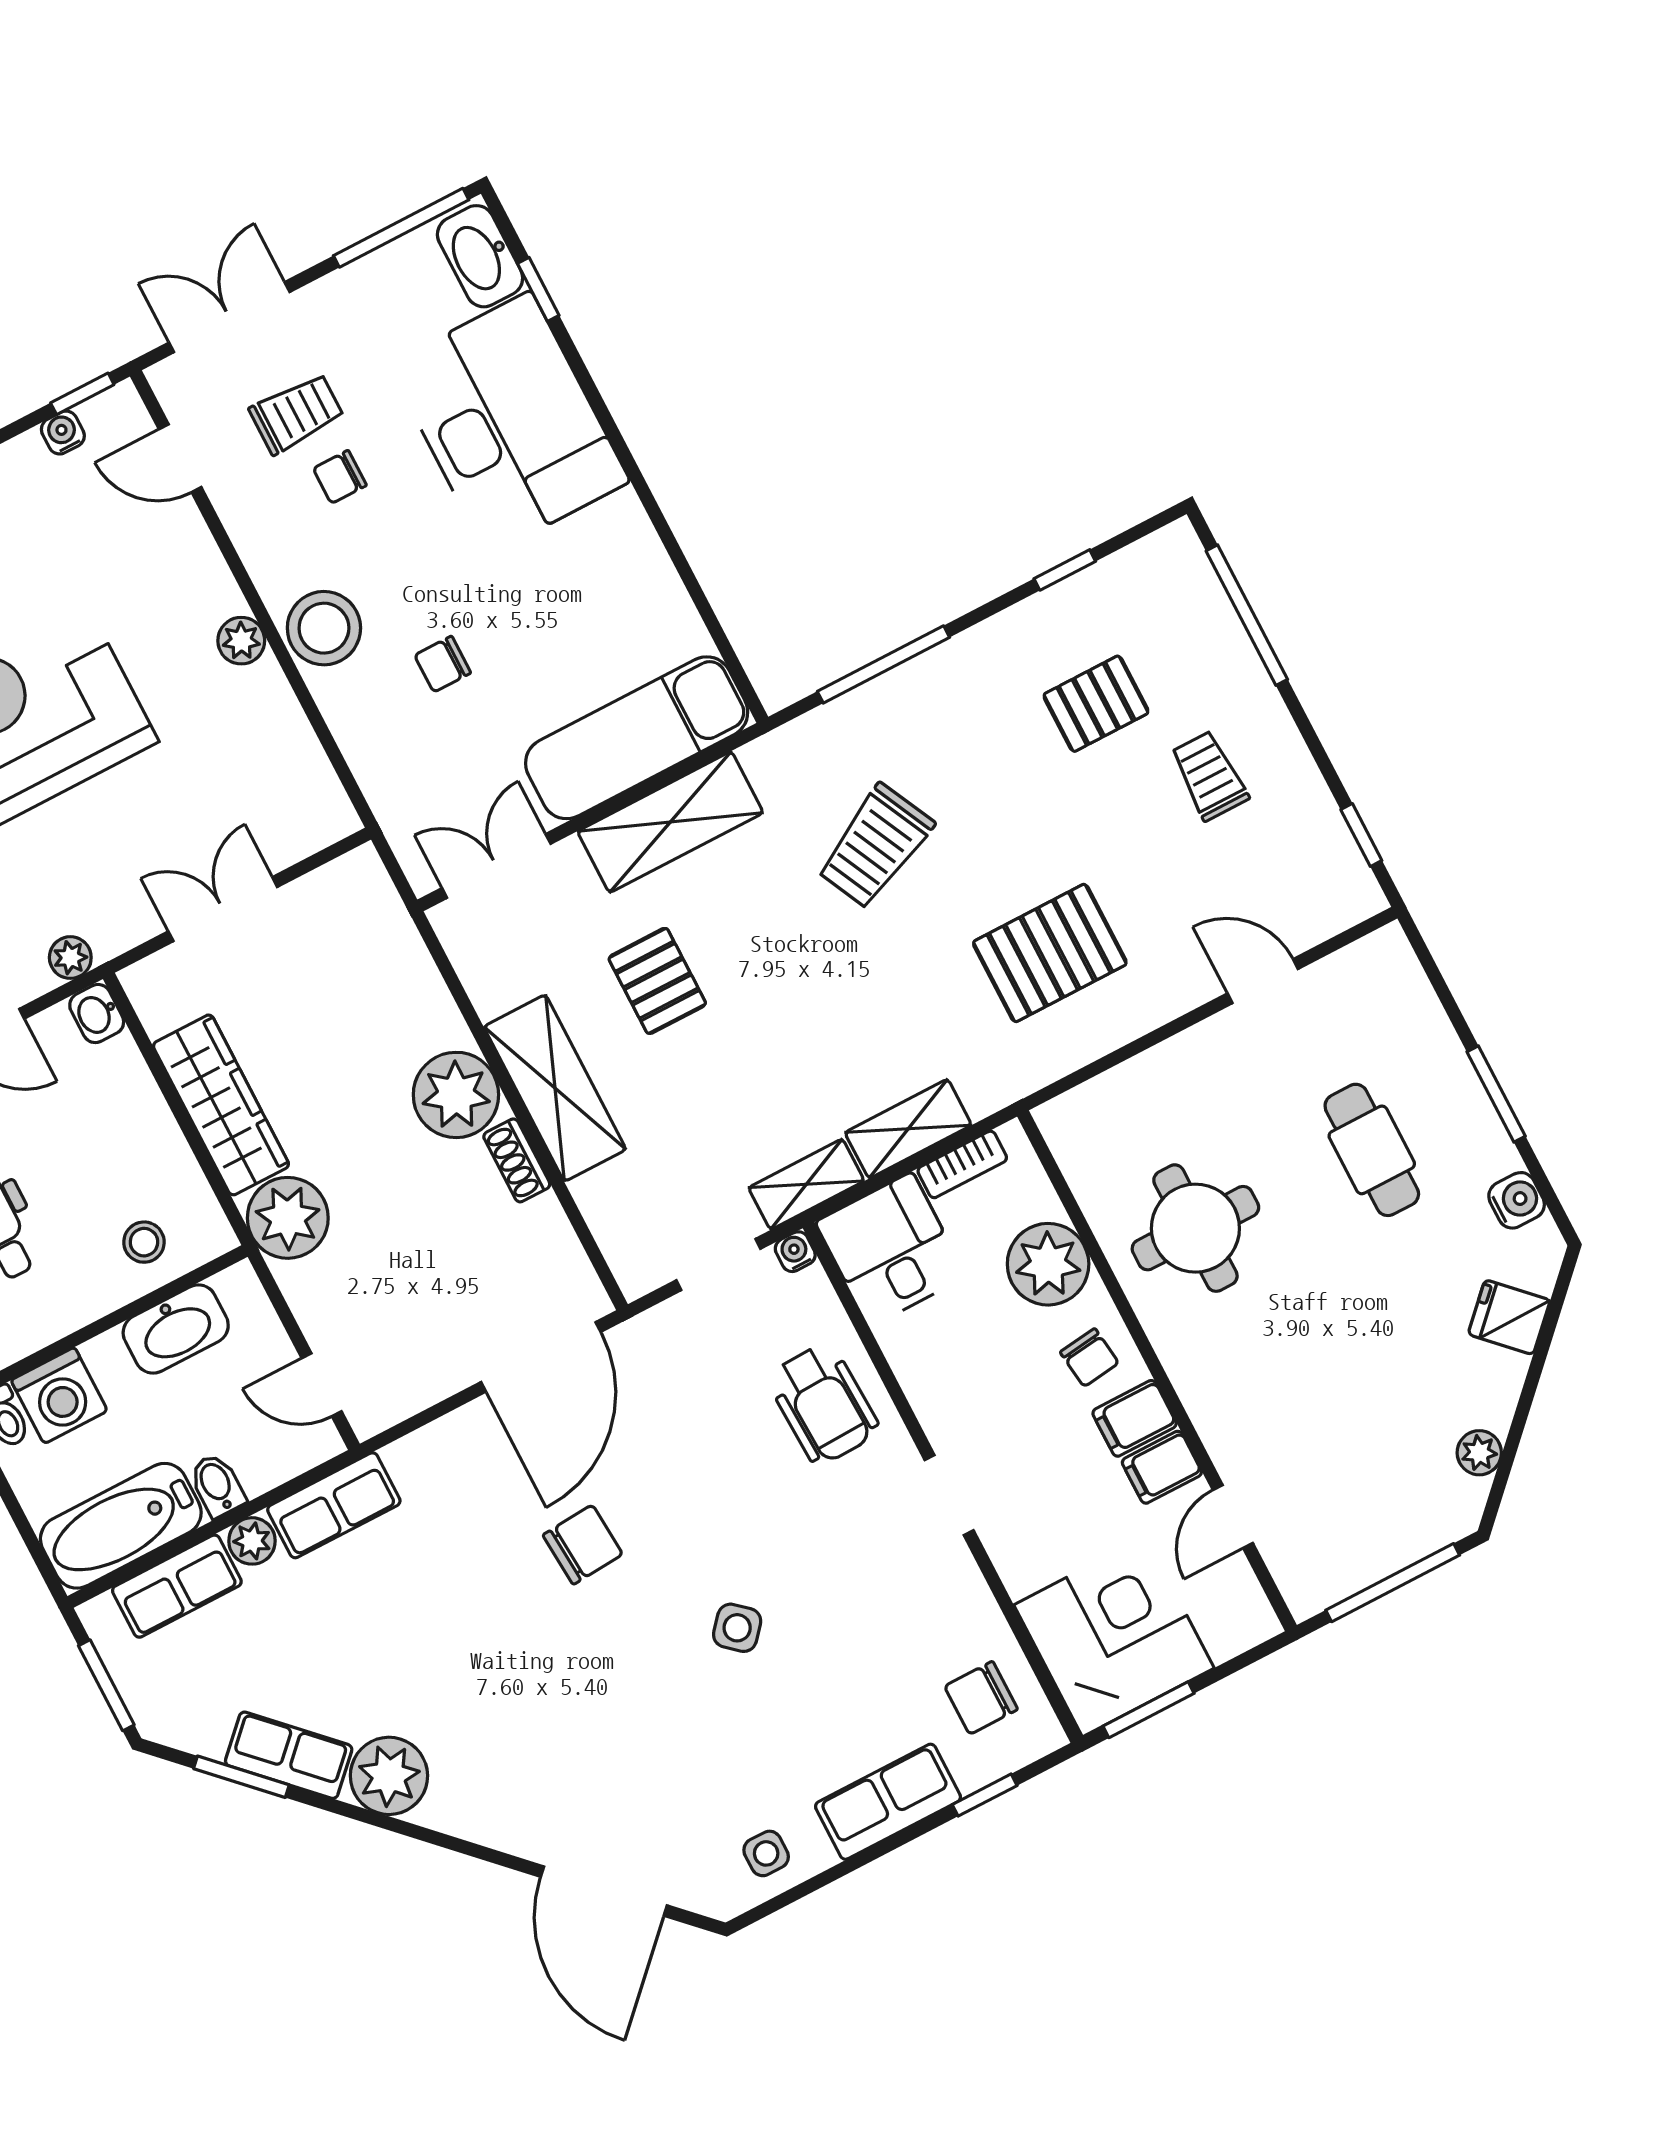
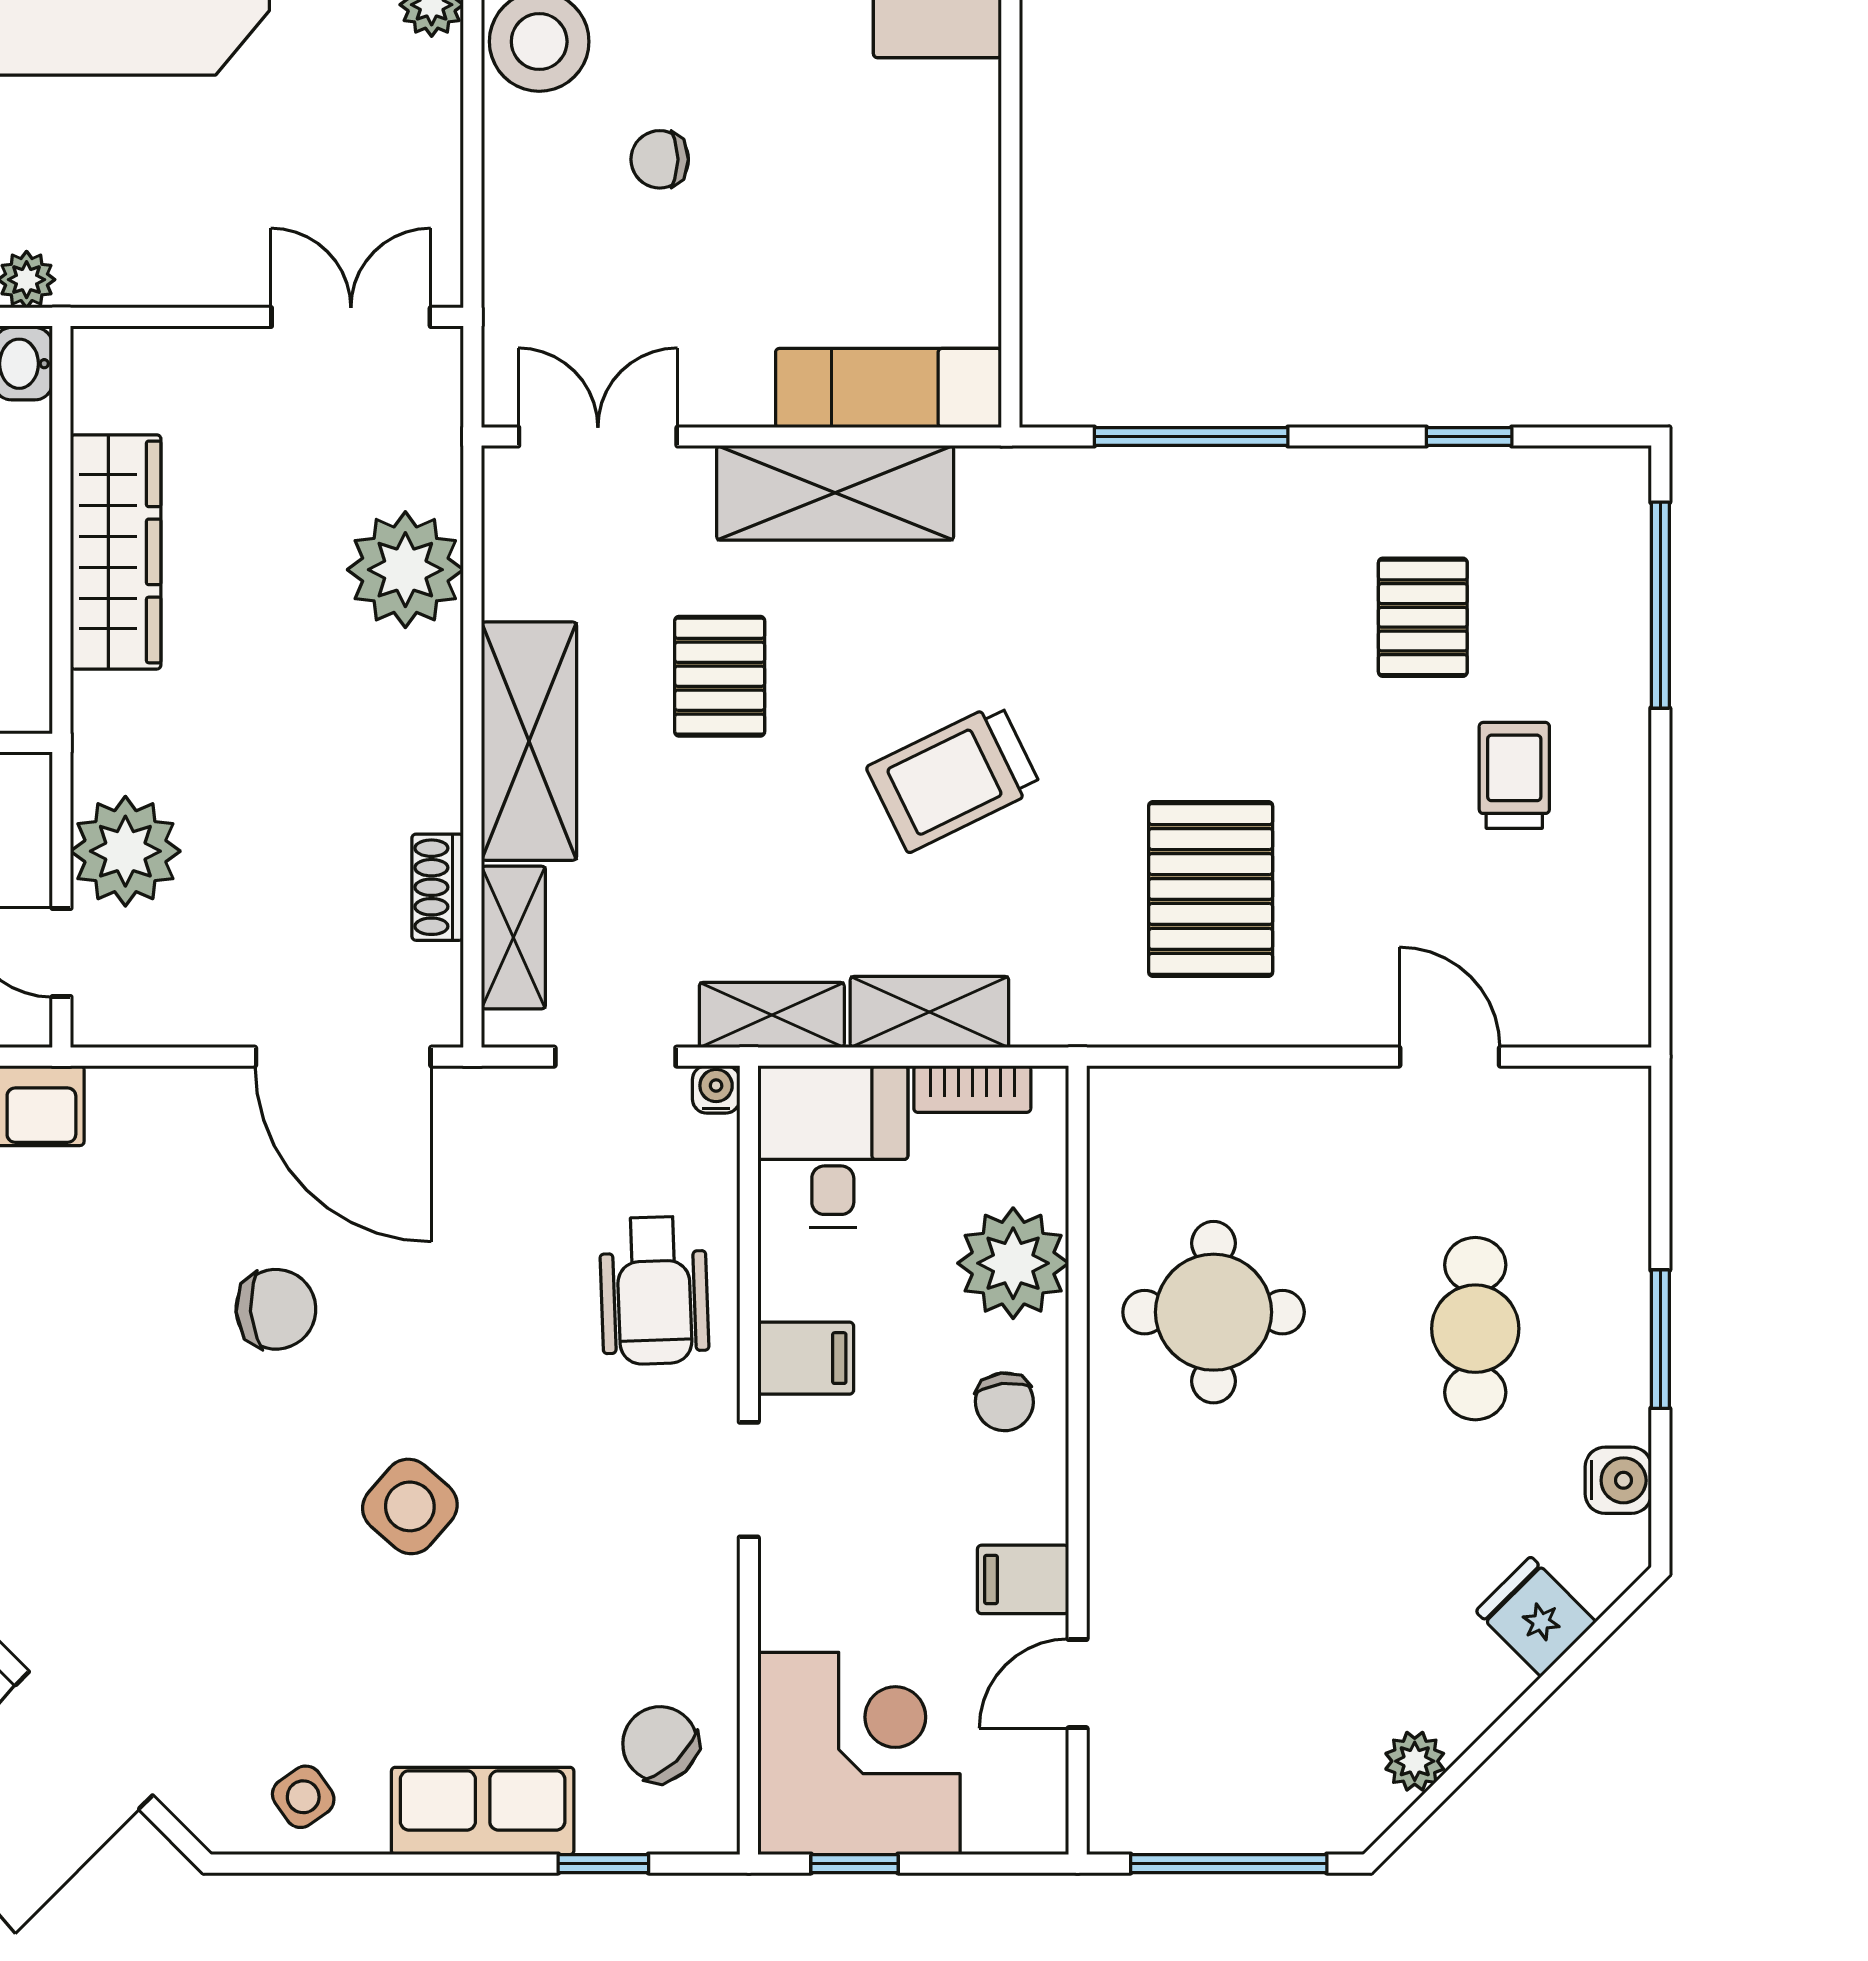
pallet: (1096, 704) -> (1423, 617), turned 90
exam couch: (637, 738) -> (888, 388), width x0.73, depth x0.69
window: (1361, 835) -> (1660, 942), removed
trolley: (875, 846) -> (954, 778), moved
double door: (223, 909) -> (351, 317), moved
pallet: (1050, 953) -> (1211, 889), turned 90
plant: (456, 1095) -> (405, 570), moved
shoe rack: (517, 1160) -> (438, 887), moved
plant: (288, 1218) -> (125, 851), moved
shelving: (611, 1221) -> (513, 938), added
door: (541, 1357) -> (343, 1057), hinge flipped
filing cabinet: (1135, 1418) -> (806, 1358), moved, turned 180
side table: (737, 1628) -> (410, 1506), width x1.37, depth x1.37
chair: (981, 1698) -> (660, 1744), turned 47
window: (1148, 1710) -> (854, 1864), width x0.67
side table: (766, 1853) -> (303, 1797), turned -35

